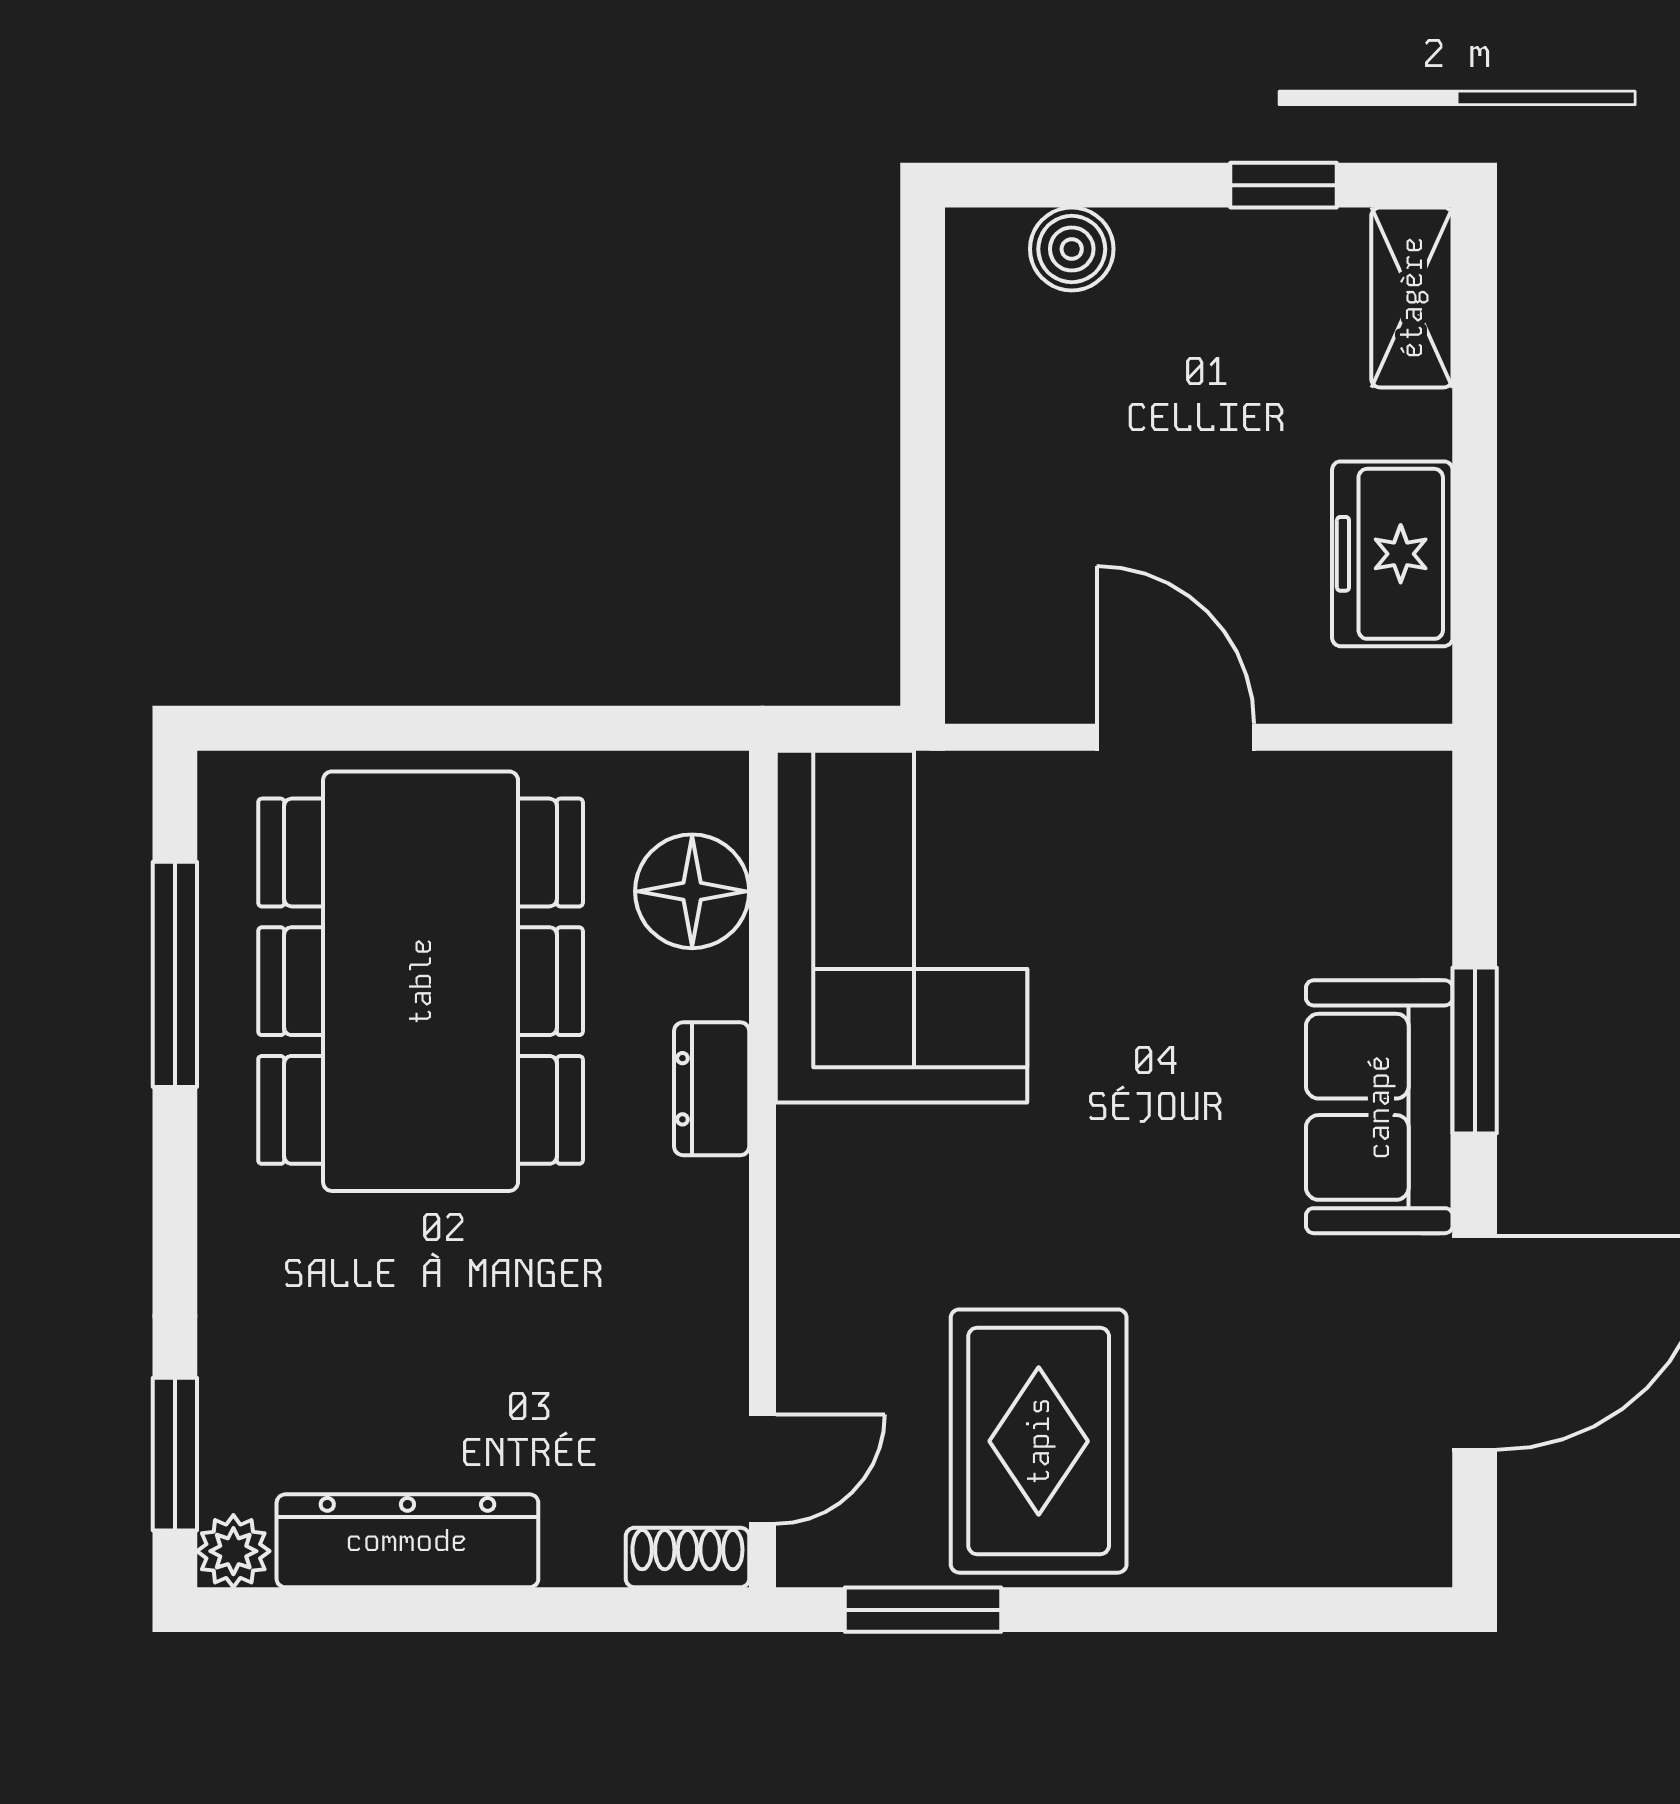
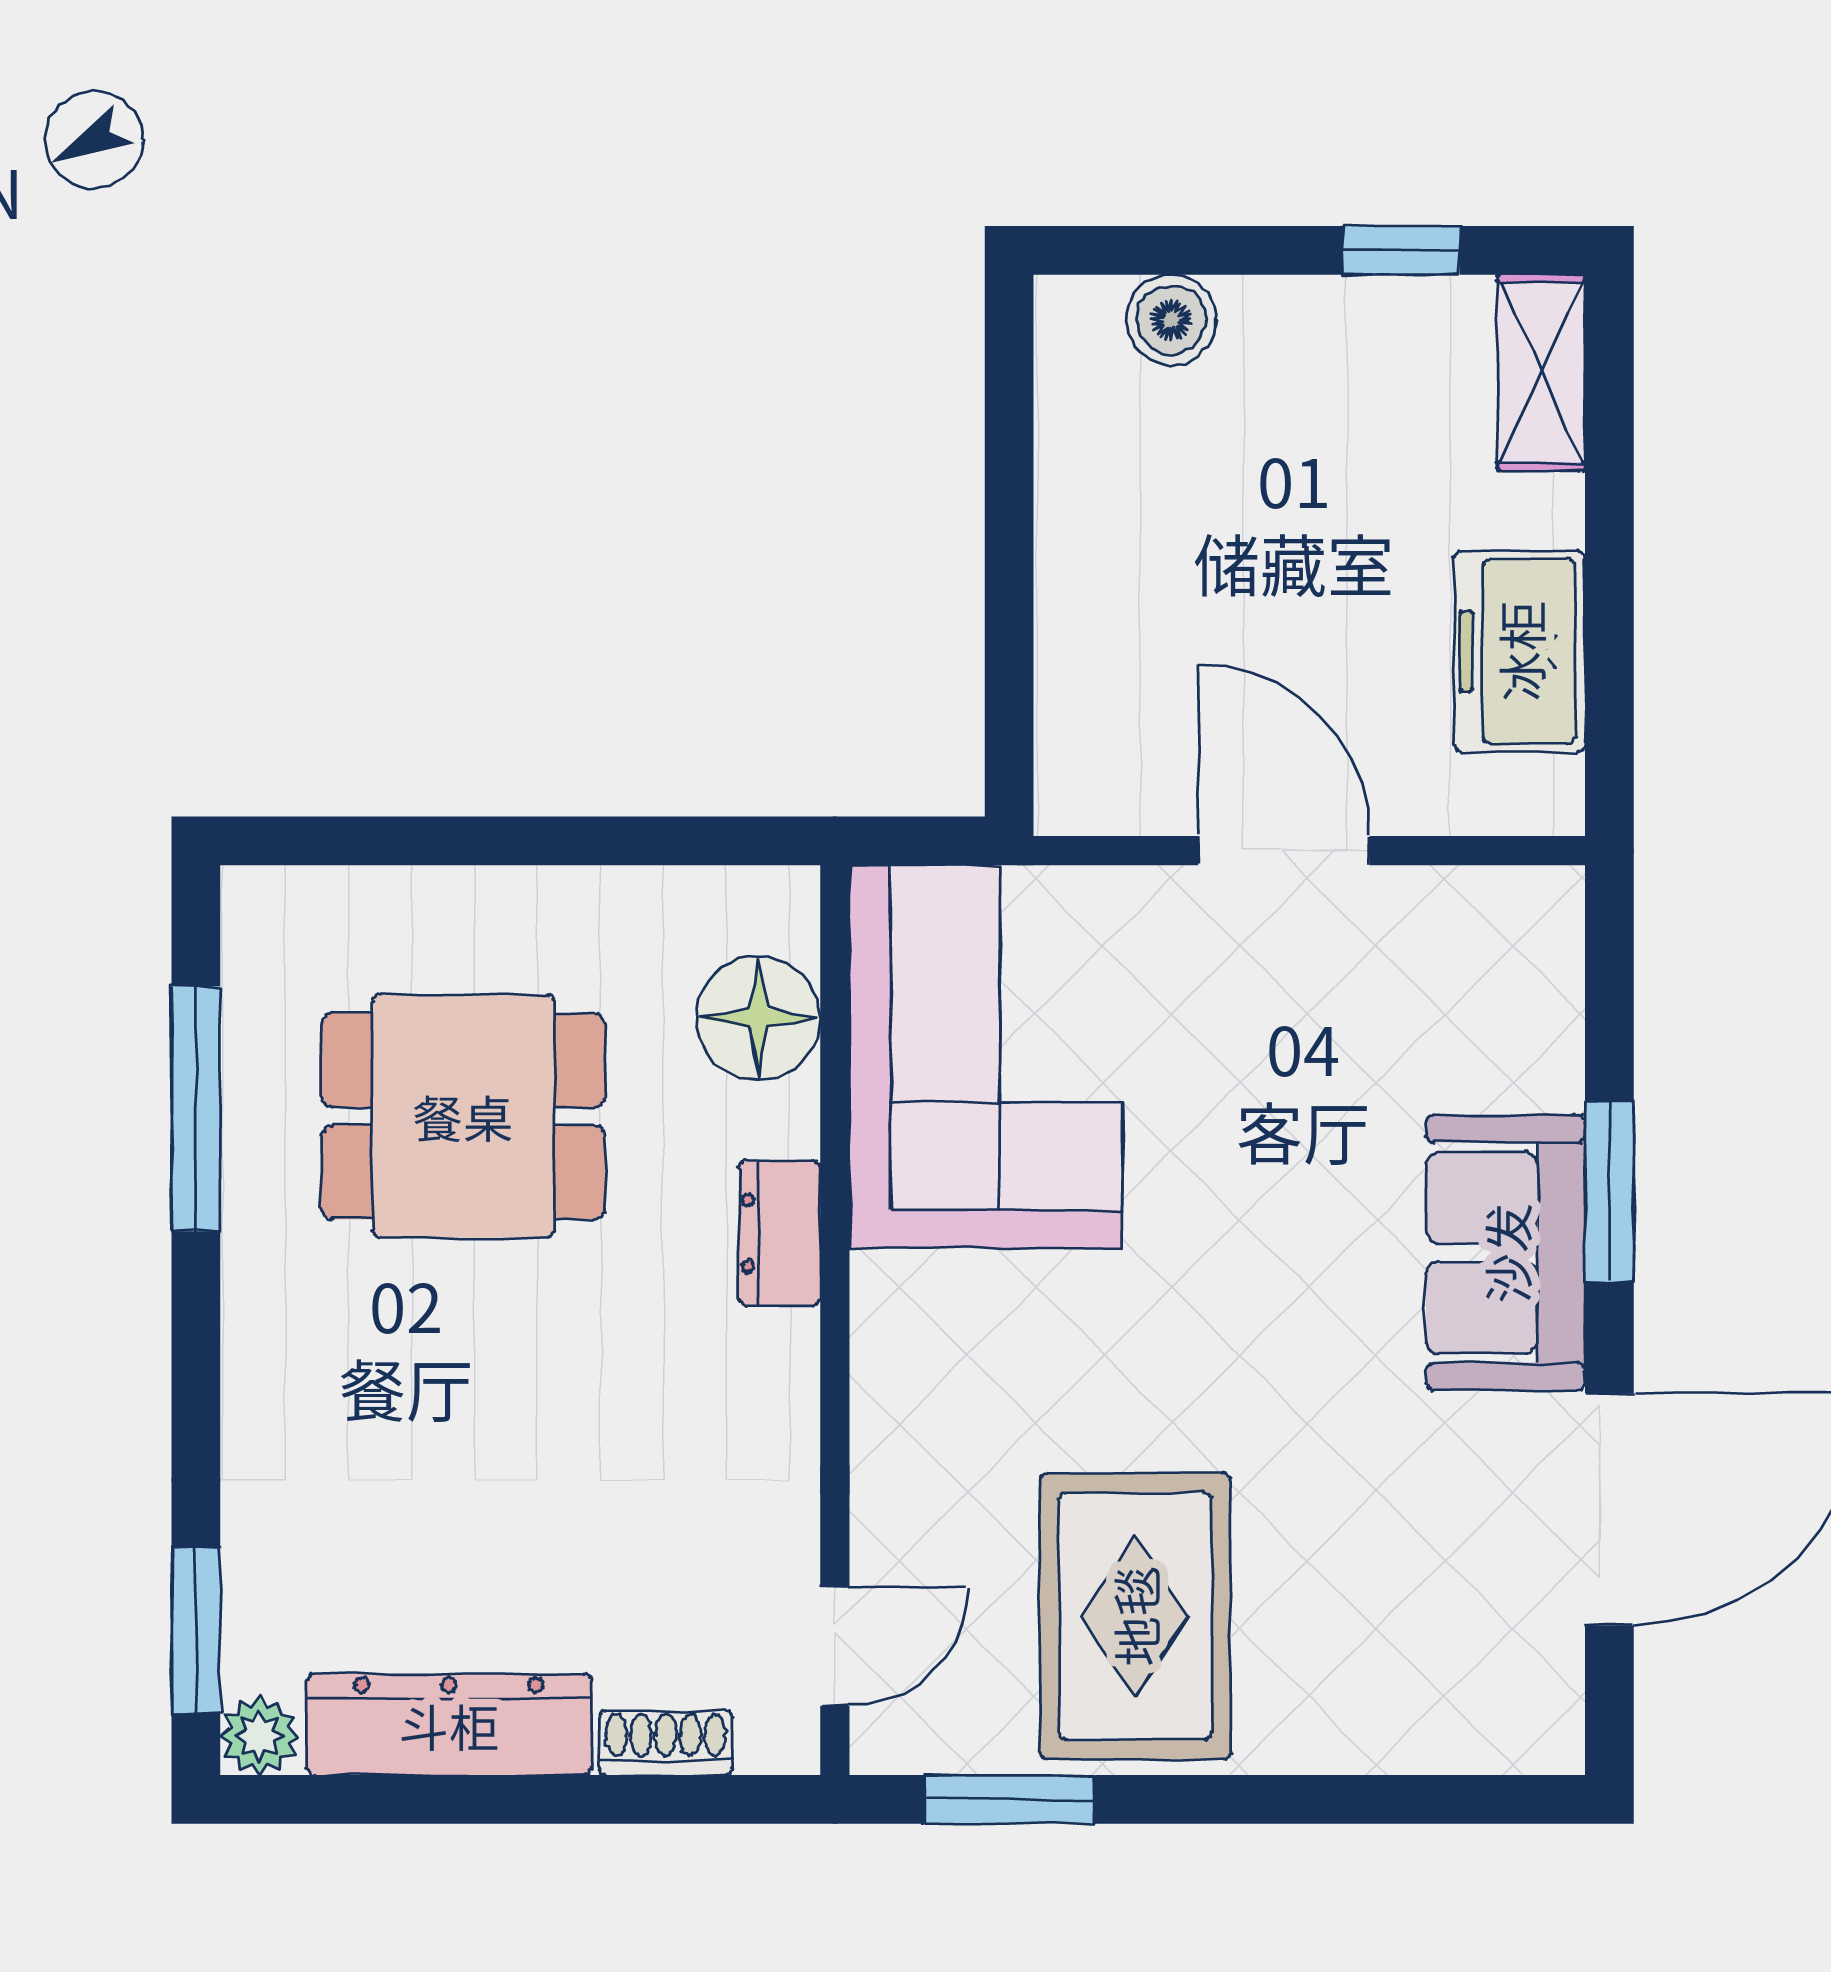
dining table: (421, 981) -> (463, 1116), width x0.53, depth x0.80
shoe rack: (687, 1558) -> (666, 1743), moved

